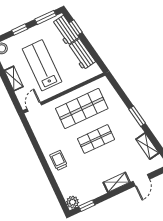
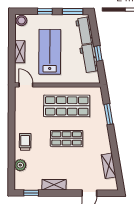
window: (76, 28) -> (98, 53), moved
door: (34, 107) -> (26, 85), hinge flipped
window: (137, 116) -> (108, 114), moved
shelving: (117, 182) -> (54, 185), moved
plant: (73, 202) -> (20, 165), moved

